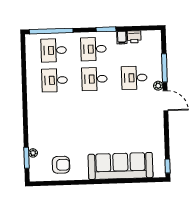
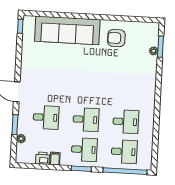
window: (106, 29) -> (81, 169), moved
window: (164, 68) -> (15, 125), width x0.69
plant: (158, 86) -> (21, 139), moved
armchair: (61, 165) -> (116, 38), moved

